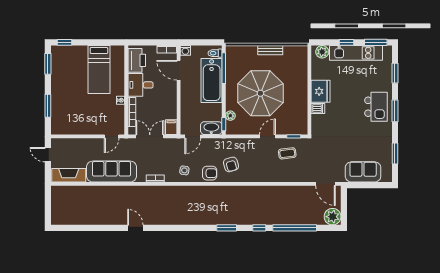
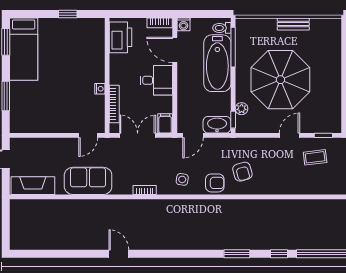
window: (64, 42) -> (68, 14), moved
bed: (99, 70) -> (24, 49), moved
desk: (141, 85) -> (156, 80), moved, turned 180
sofa: (111, 172) -> (88, 181), width x0.73

